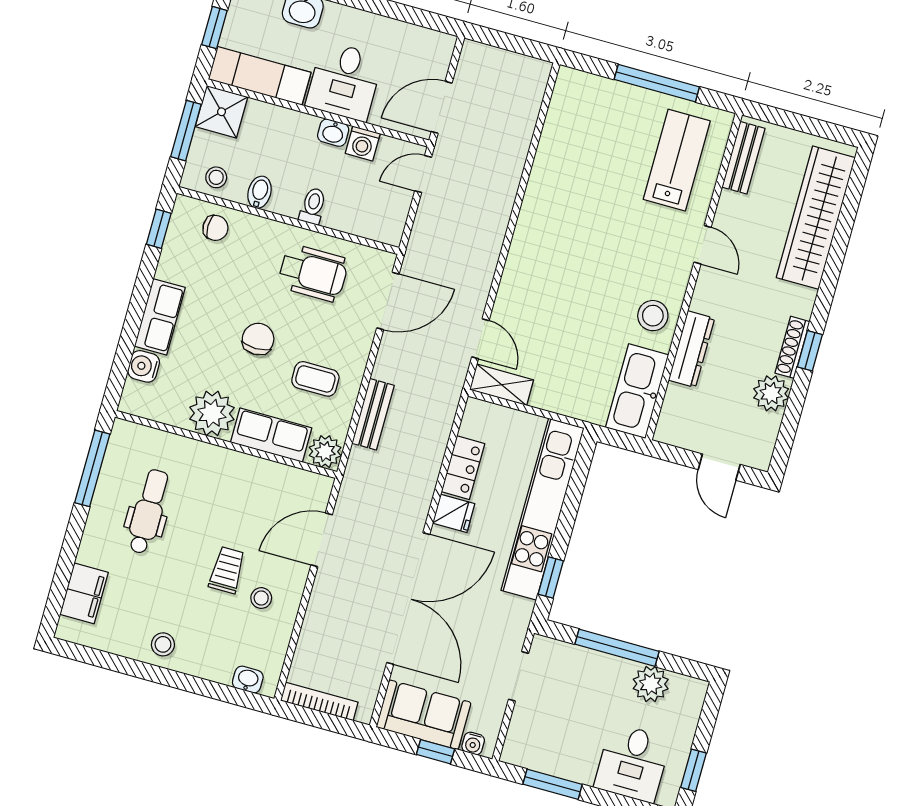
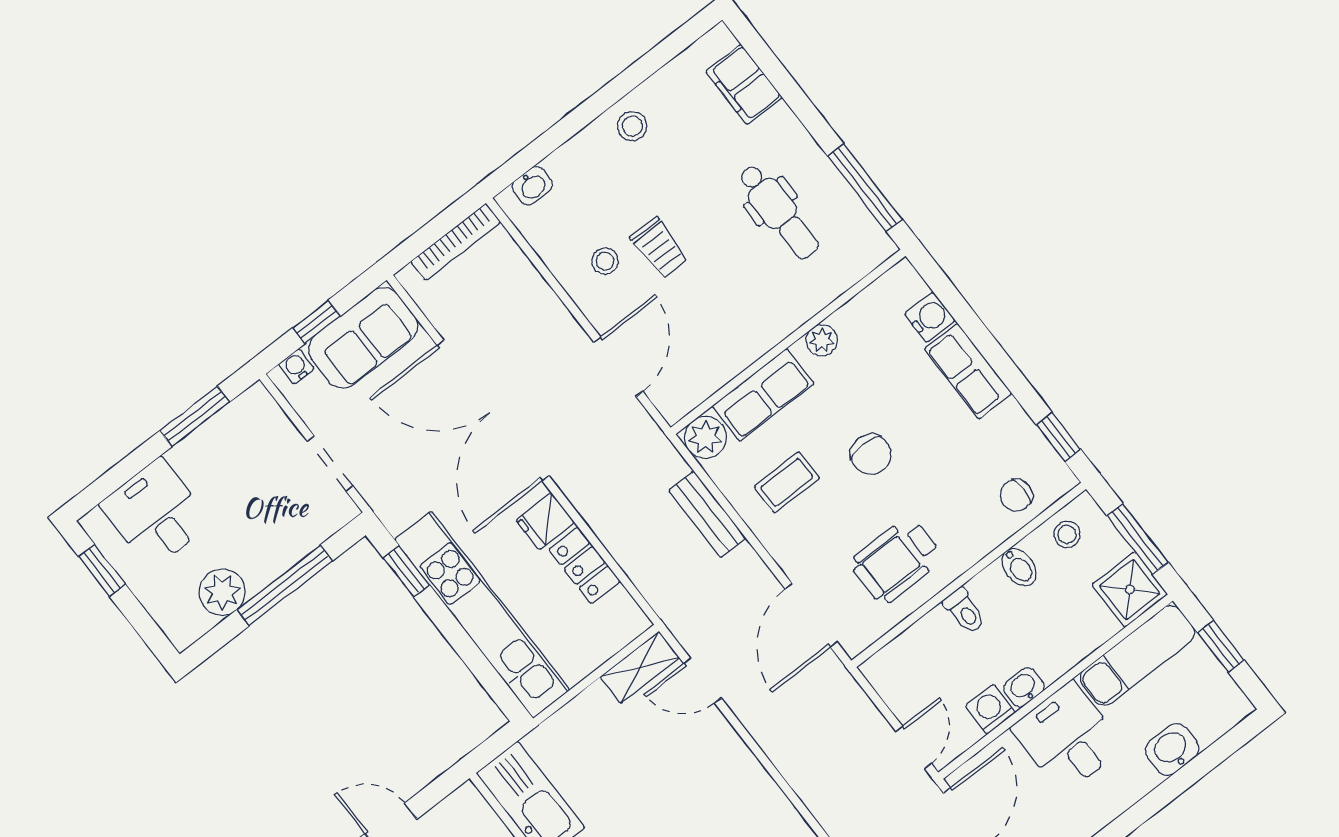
plant: (212, 413) -> (822, 340), width x0.53, depth x0.53

